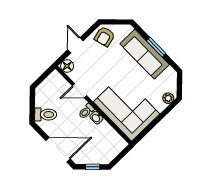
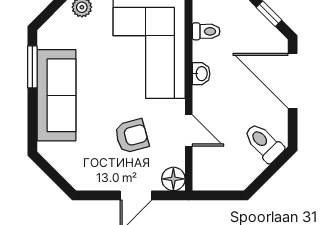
armchair: (105, 37) -> (132, 136), moved
window: (156, 47) -> (32, 67), moved
toilet: (86, 111) -> (206, 31), moved

